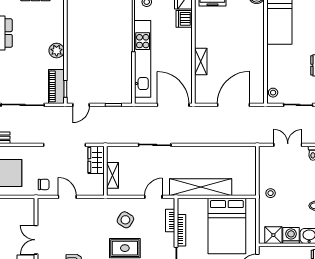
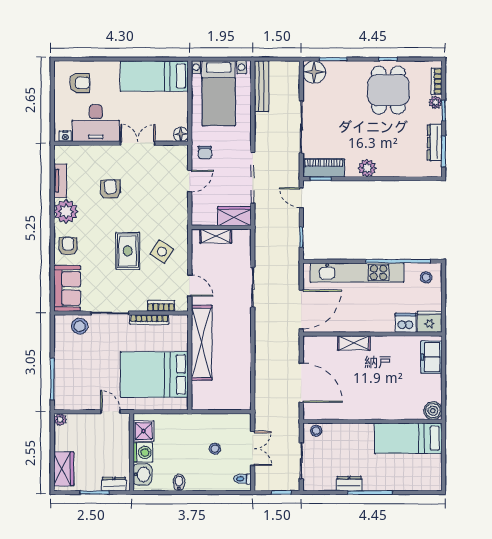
stool: (271, 193) -> (215, 449), moved
floor lamp: (29, 204) -> (181, 134), added

